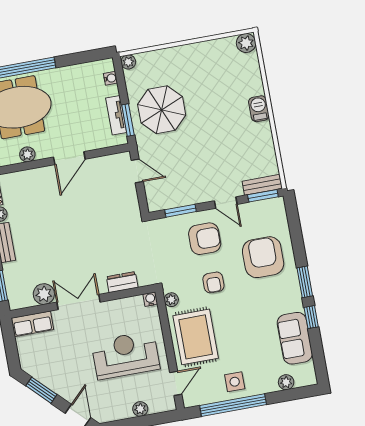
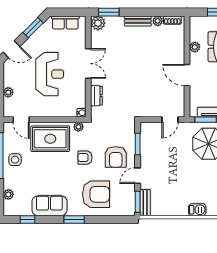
plant: (44, 294) -> (98, 23), moved
window: (311, 317) -> (27, 220), moved
row of seats: (32, 324) -> (65, 22), moved, turned -90
sofa: (295, 338) -> (49, 206), moved
reception desk: (126, 355) -> (50, 74), moved

